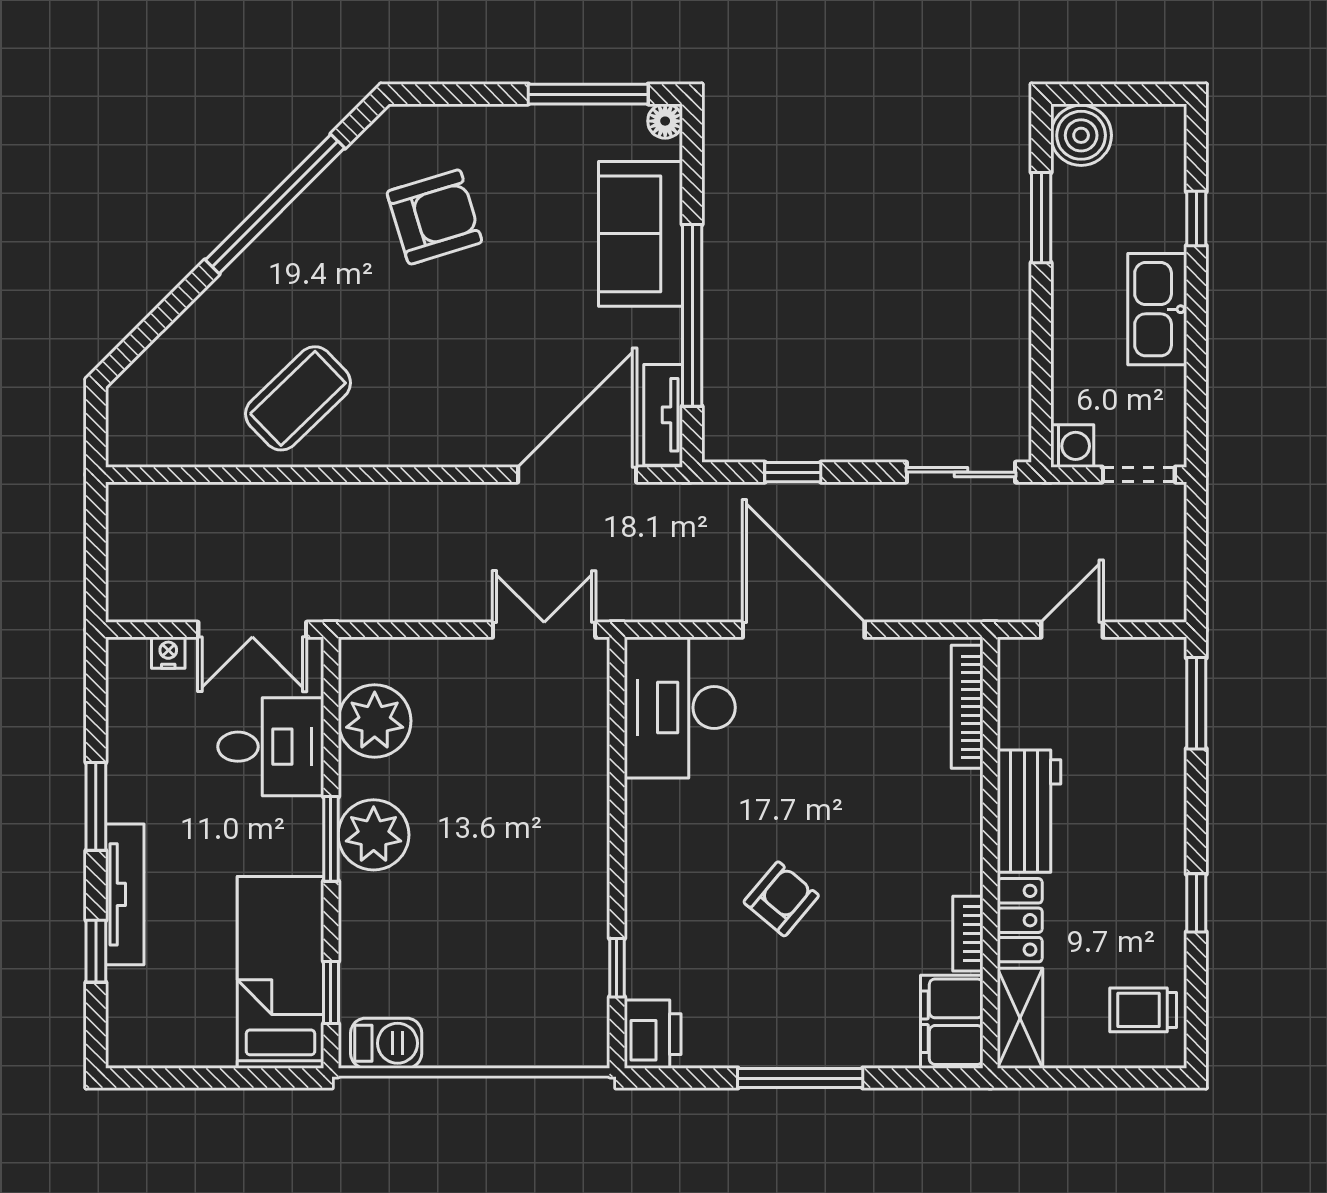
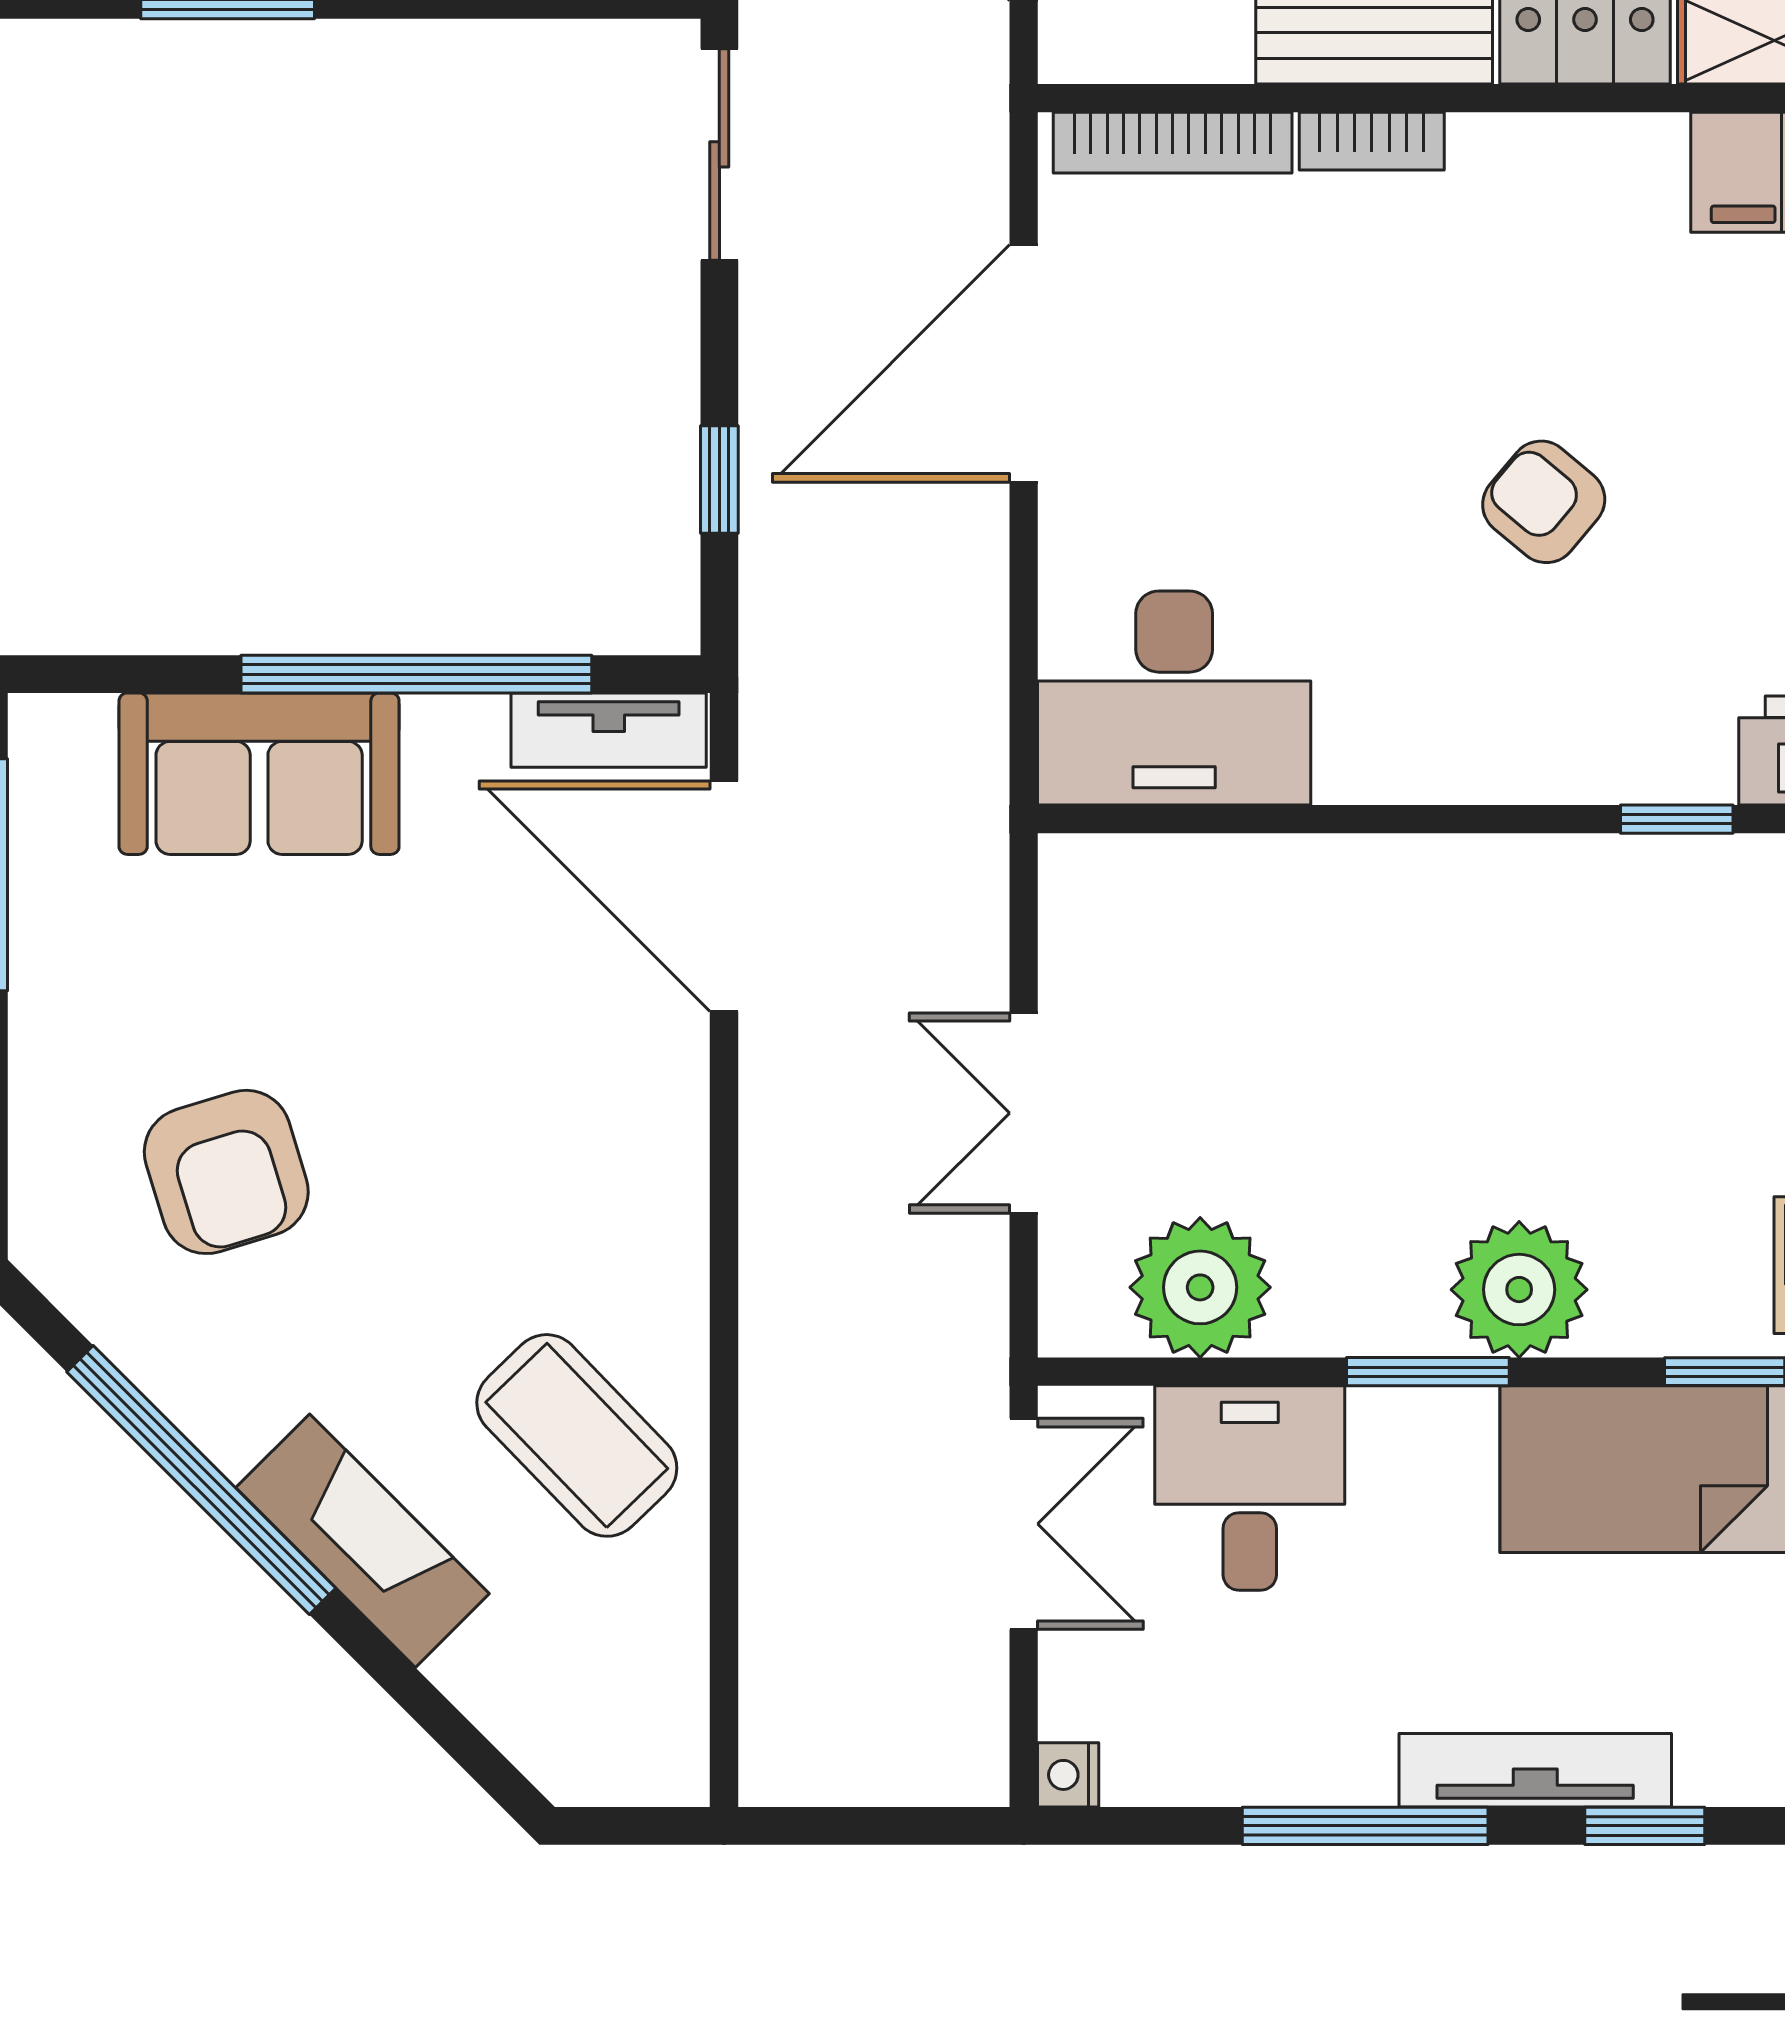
floor lamp: (665, 121) -> (41, 726), removed
armchair: (434, 217) -> (226, 1172), turned 180
fireplace: (244, 287) -> (363, 1541), added
double door: (544, 630) -> (1024, 1113), moved
door: (804, 630) -> (1024, 363), moved
nightstand: (168, 653) -> (1068, 1775), moved
window: (96, 806) -> (1365, 1826), width x1.44
plant: (374, 835) -> (1519, 1290), moved
bookcase: (968, 934) -> (1372, 141), moved

